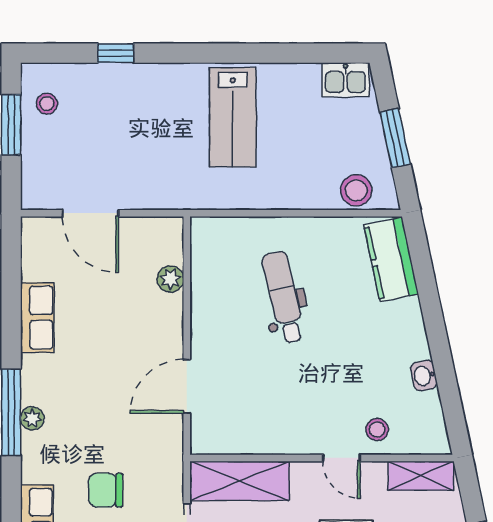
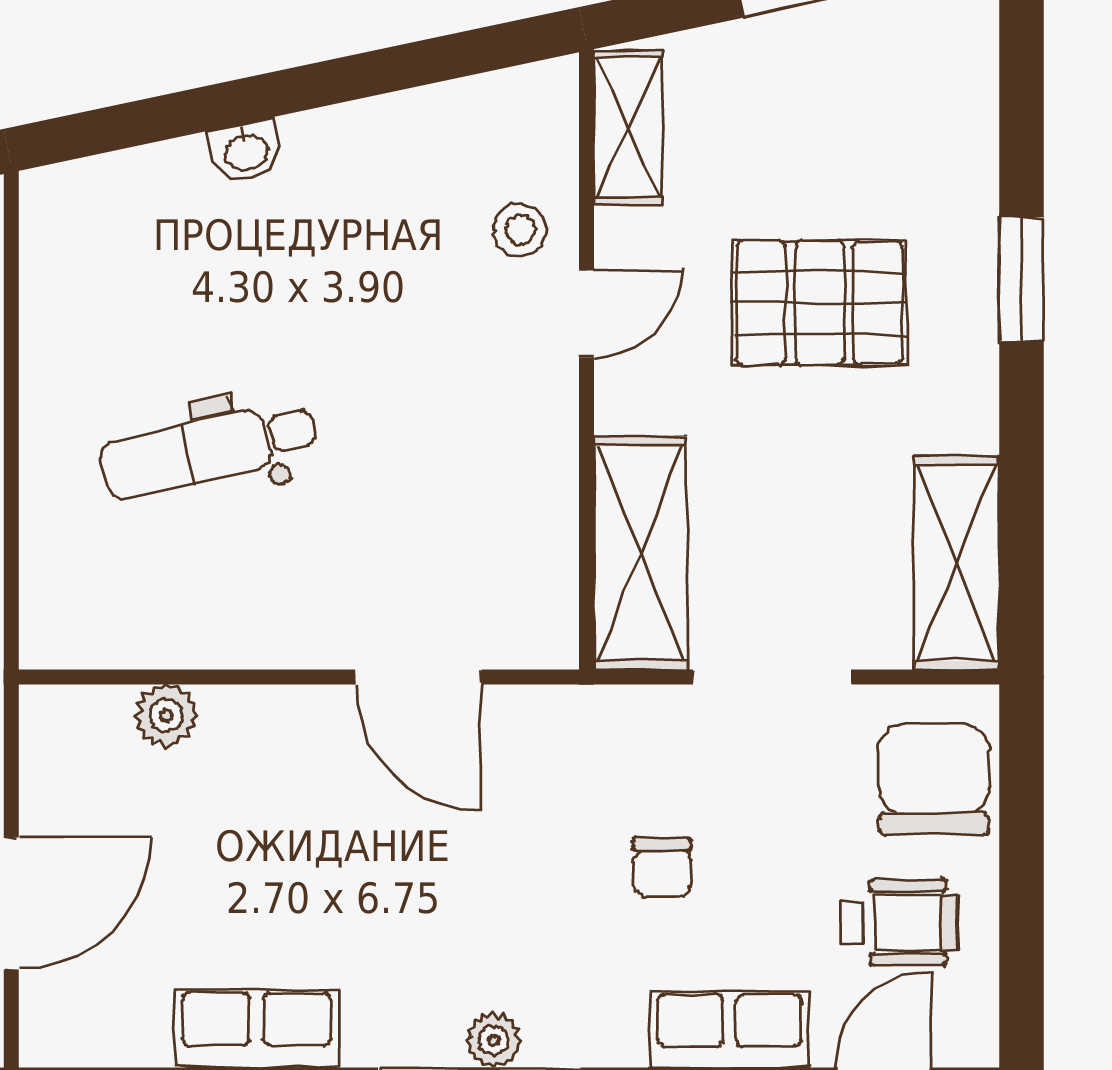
kitchen counter: (391, 259) -> (120, 197), removed
washbasin: (424, 376) -> (246, 151), moved
chair: (106, 490) -> (662, 868), width x0.73, depth x0.73

